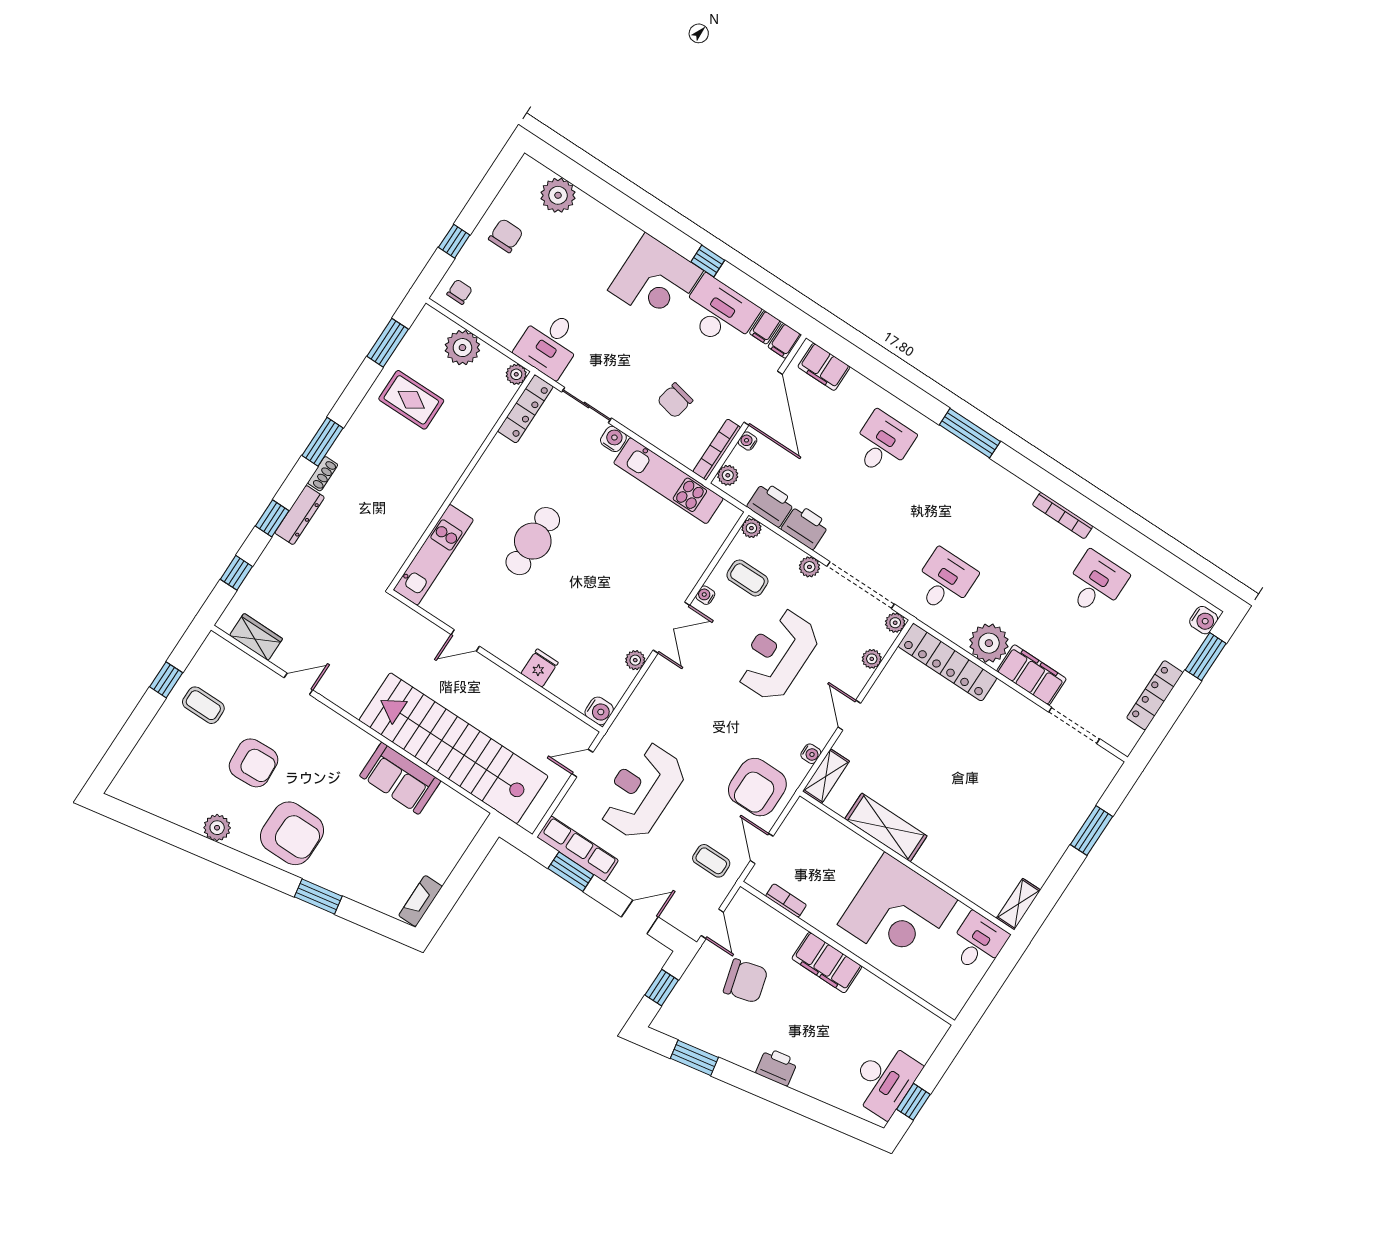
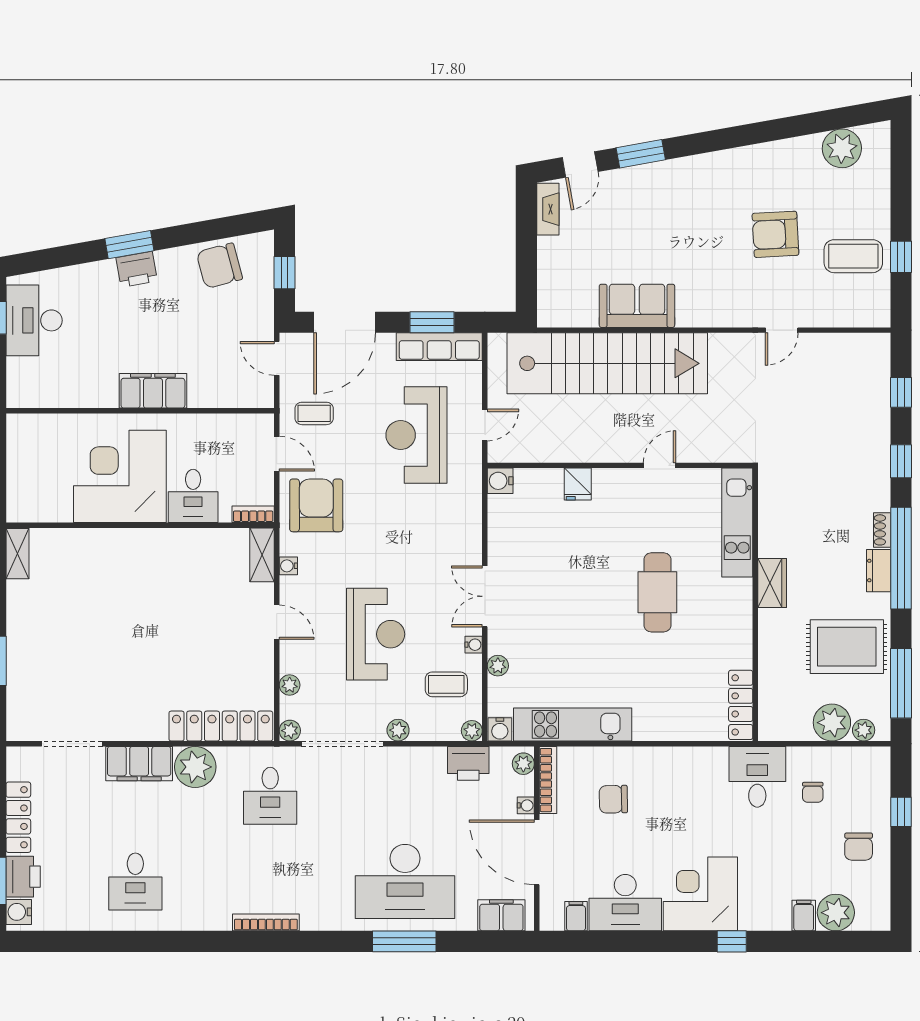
window: (708, 261) -> (732, 941), moved
chair: (460, 292) -> (813, 792), moved
filing cabinet: (785, 341) -> (804, 916), moved
window: (388, 343) -> (901, 683), width x1.44
plant: (516, 374) -> (864, 730), moved
rug: (411, 400) -> (847, 647), width x1.36, depth x1.43
chair: (675, 400) -> (613, 799), turned -103
sliding door: (586, 405) -> (689, 744), removed
window: (970, 433) -> (404, 941), moved
water cooler: (613, 439) -> (500, 729), moved
window: (323, 442) -> (901, 558), width x2.11
desk: (883, 444) -> (405, 881), width x1.87, depth x1.30
dresser: (300, 515) -> (879, 571), moved, width x0.70
bookcase: (1063, 515) -> (266, 922), moved
printer: (805, 527) -> (23, 877), moved, turned -90
wardrobe: (256, 637) -> (772, 583), moved, turned -90
plant: (635, 660) -> (498, 666), moved
coffee table: (203, 705) -> (853, 256), width x1.36, depth x1.30
reception desk: (642, 791) -> (416, 435), turned 180
shelving: (886, 827) -> (179, 544), removed
plant: (217, 828) -> (842, 148), moved, width x1.36, depth x1.36
armchair: (292, 833) -> (701, 194), removed
bookcase: (786, 901) -> (253, 514), moved, turned 180
door: (640, 917) -> (345, 322), width x1.88
door: (372, 919) -> (580, 165), added
desk: (978, 943) -> (193, 496), moved
chair: (746, 981) -> (219, 266), moved
window: (694, 1058) -> (129, 245), moved

